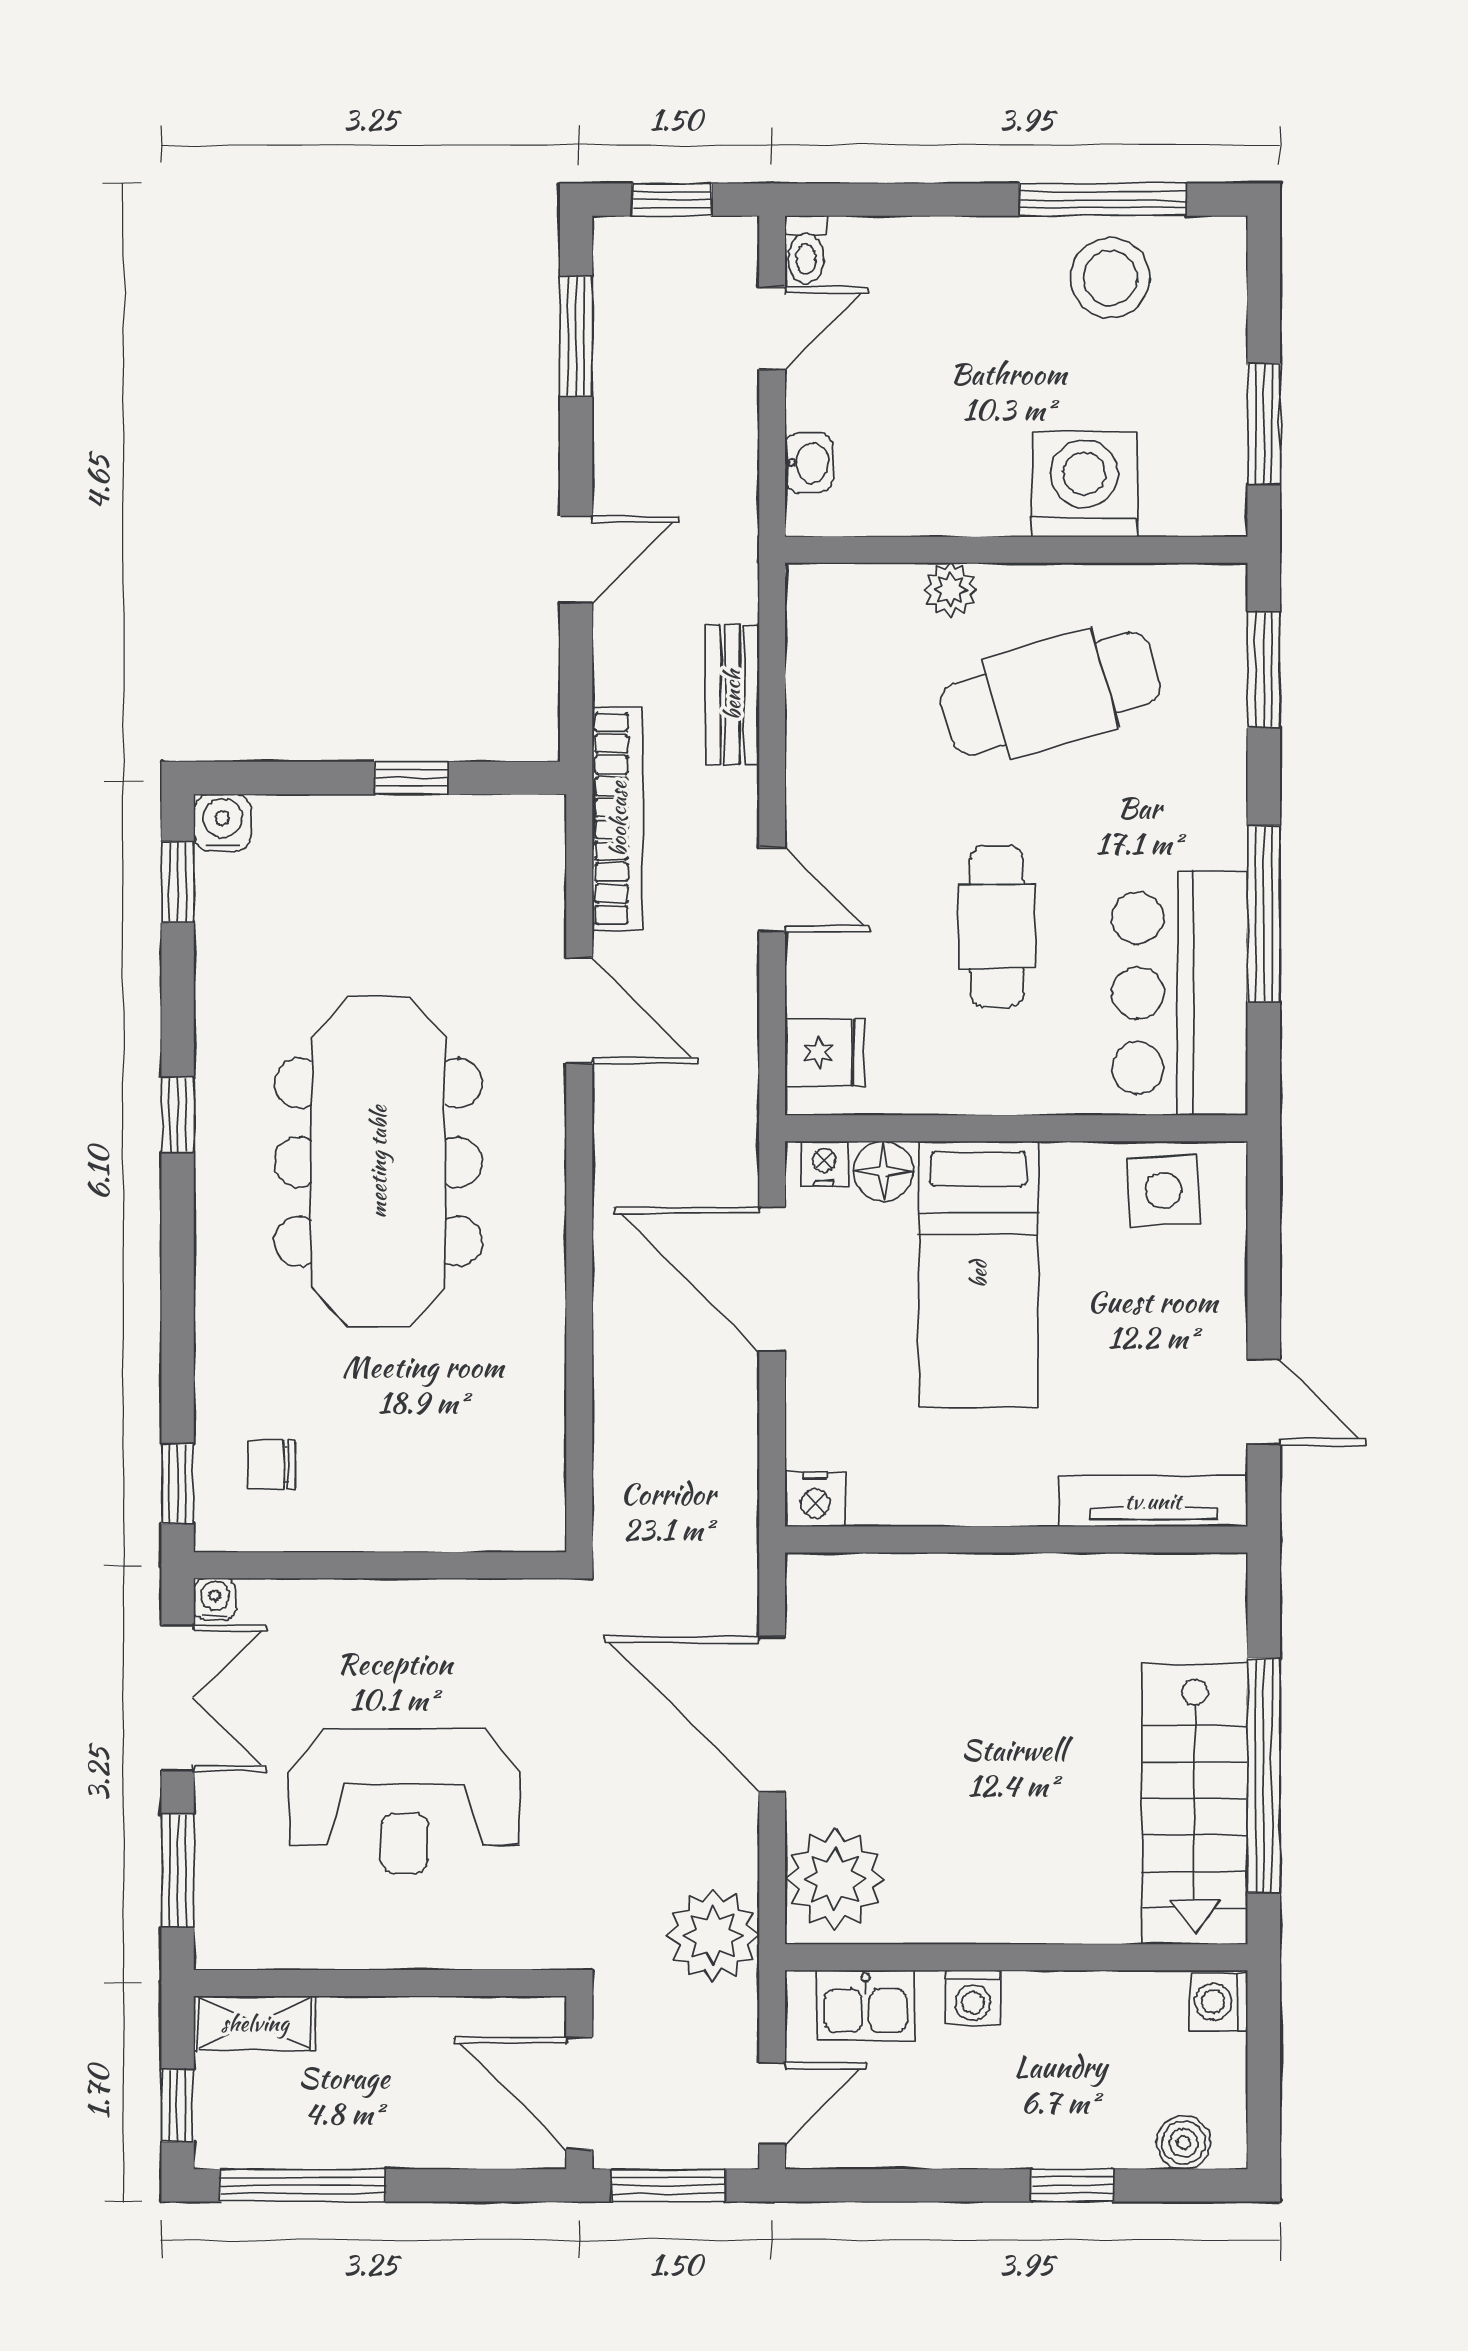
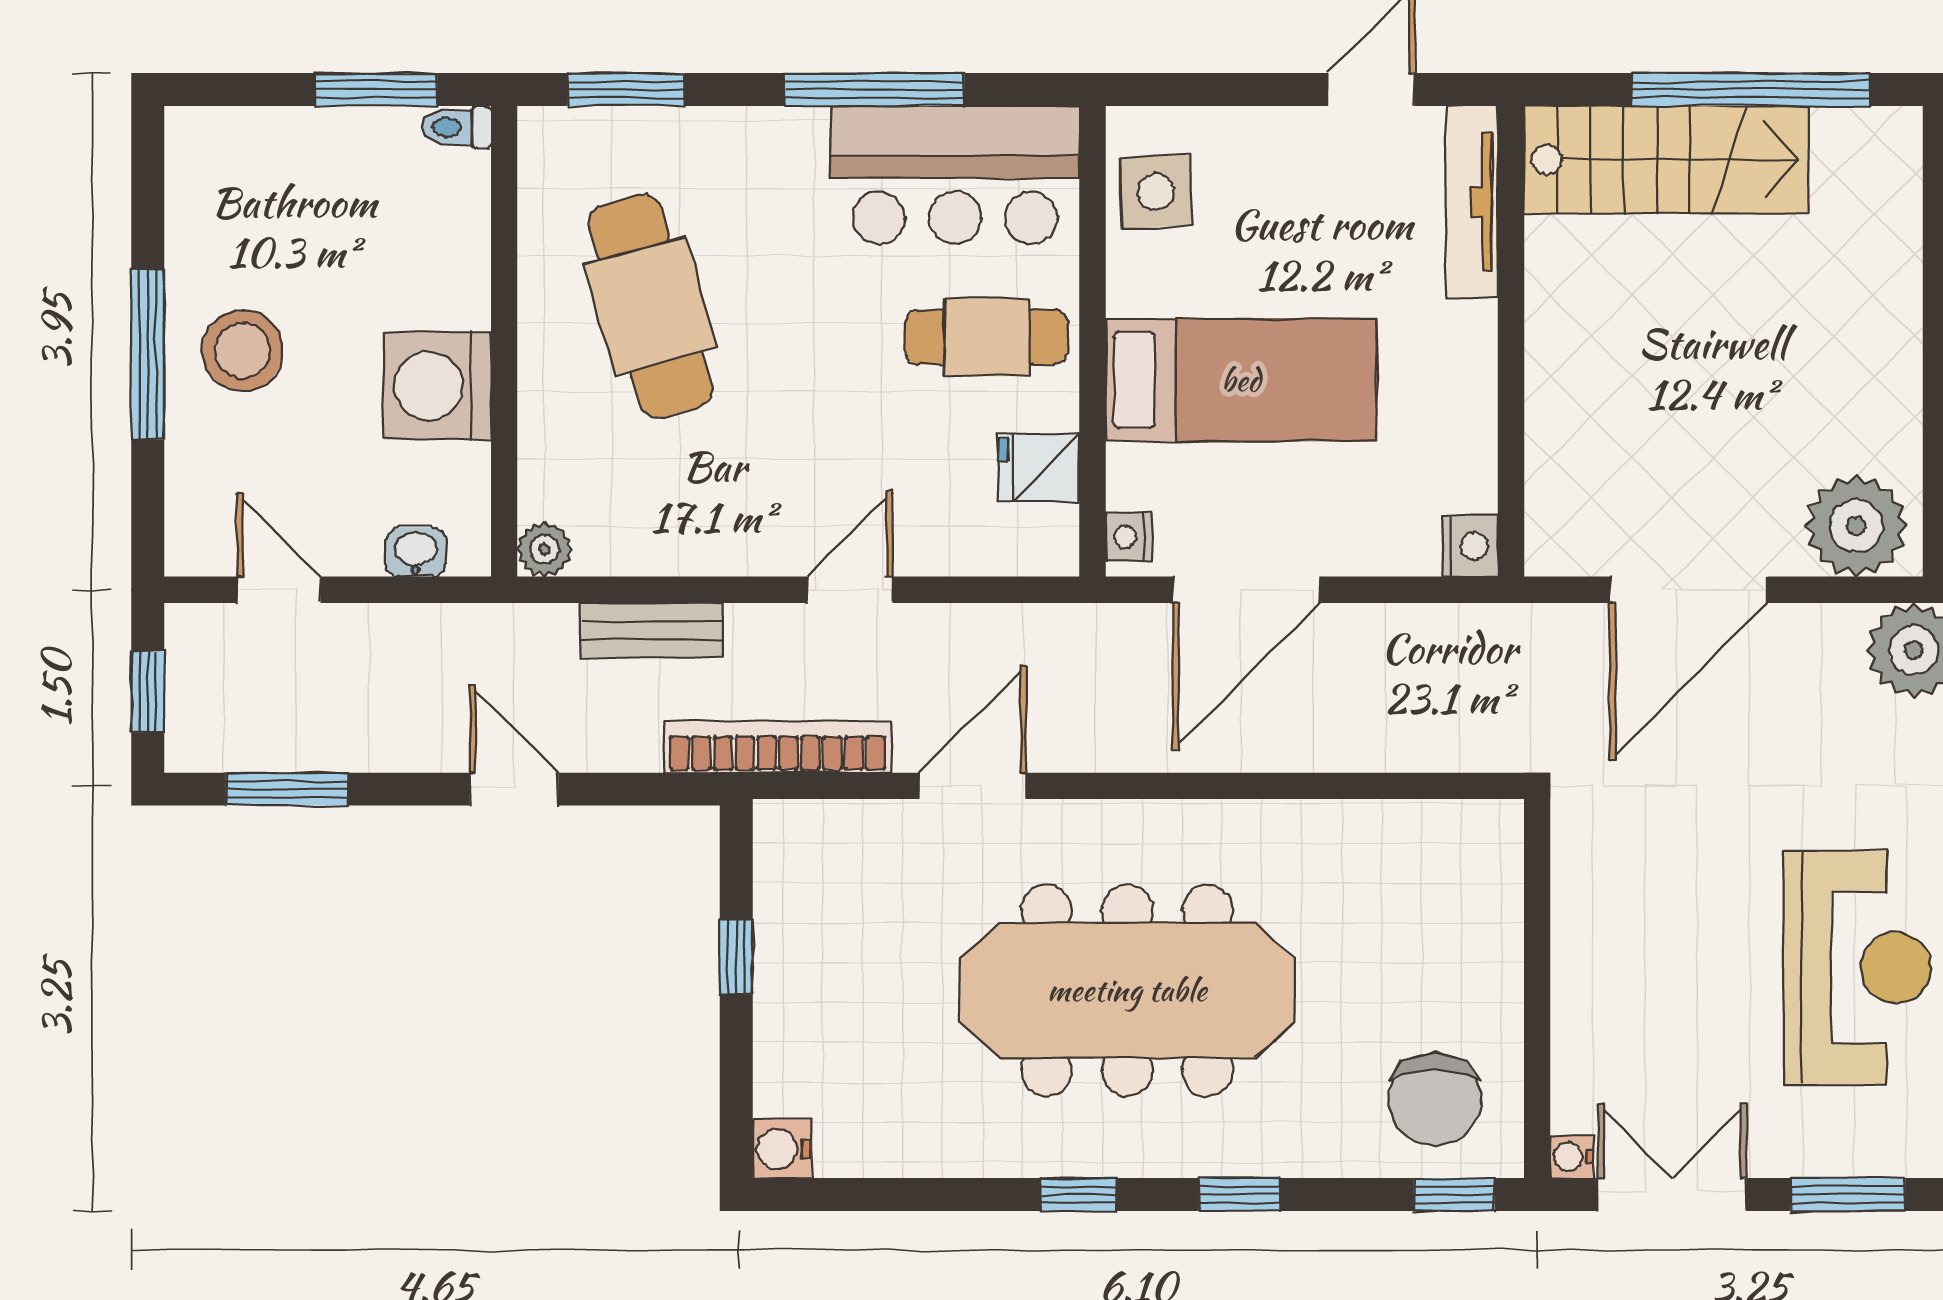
window: (1103, 200) -> (148, 354), moved
toilet: (806, 250) -> (456, 127), moved, turned 180
stool: (1110, 278) -> (242, 351), moved
washing machine: (1084, 484) -> (437, 386), moved
plant: (950, 589) -> (544, 549), moved
window: (178, 882) -> (1239, 1195), moved
cafe table: (997, 926) -> (987, 337), moved
fridge: (825, 1052) -> (1039, 468), moved, turned -90
floor lamp: (883, 1171) -> (1136, 477), removed
chair: (271, 1465) -> (1435, 1099), width x1.87, depth x1.87
reception desk: (405, 1801) -> (1857, 968), moved
stairs: (1195, 1804) -> (1667, 160), moved

